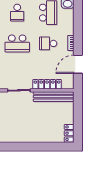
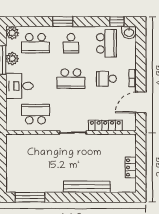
bench: (54, 97) -> (87, 187), moved
locker: (69, 133) -> (131, 167), moved

